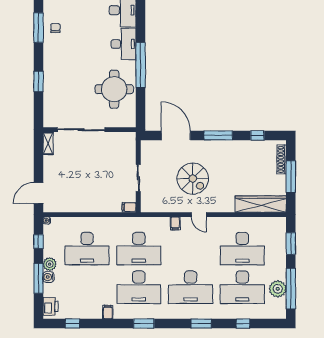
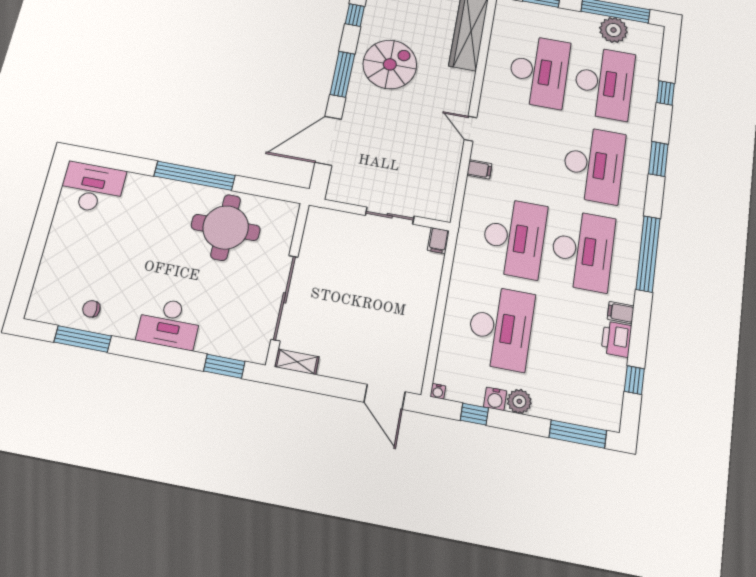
desk: (124, 44) -> (169, 323), moved, turned 180
window: (39, 81) -> (224, 366), moved
spiral stairs: (193, 179) -> (390, 64), moved
door: (199, 215) -> (471, 129), swing flipped
water cooler: (49, 277) -> (495, 399), moved
window: (39, 278) -> (578, 434), moved
printer: (51, 306) -> (616, 339), moved, turned -90
window: (144, 324) -> (648, 254), width x2.11

